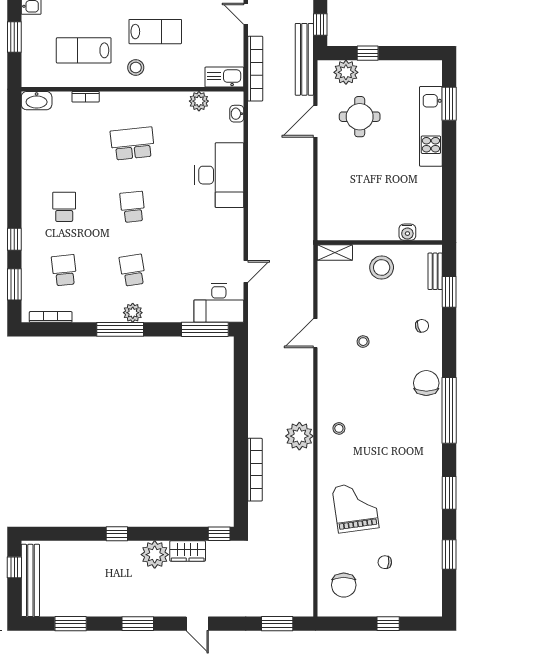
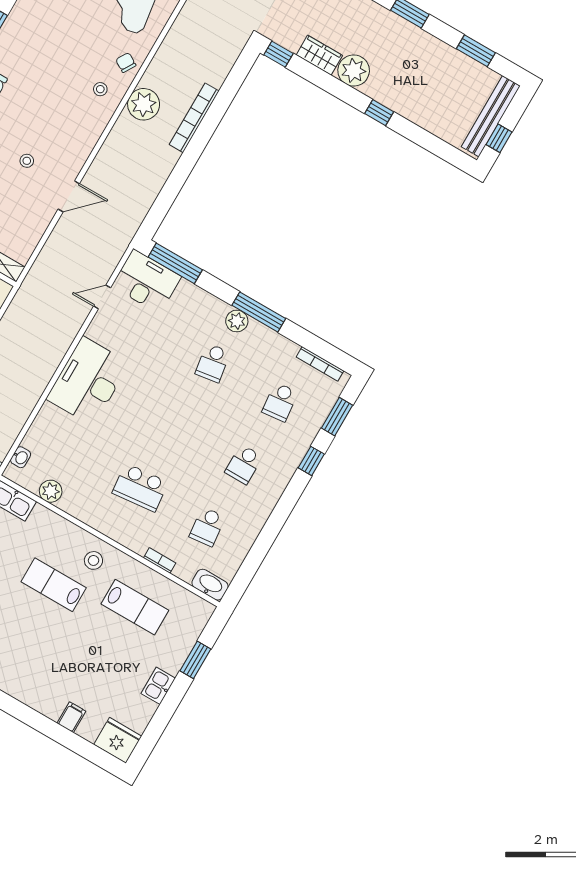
desk: (219, 175) -> (88, 381), moved
school desk: (132, 207) -> (207, 527), moved
chair: (331, 460) -> (126, 63), added
bookcase: (255, 470) -> (194, 118), moved

